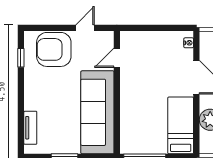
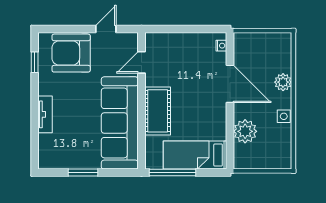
cot: (131, 101) -> (158, 111), added
bed: (181, 125) -> (195, 155), moved, turned -90
tv unit: (30, 128) -> (45, 114), moved

